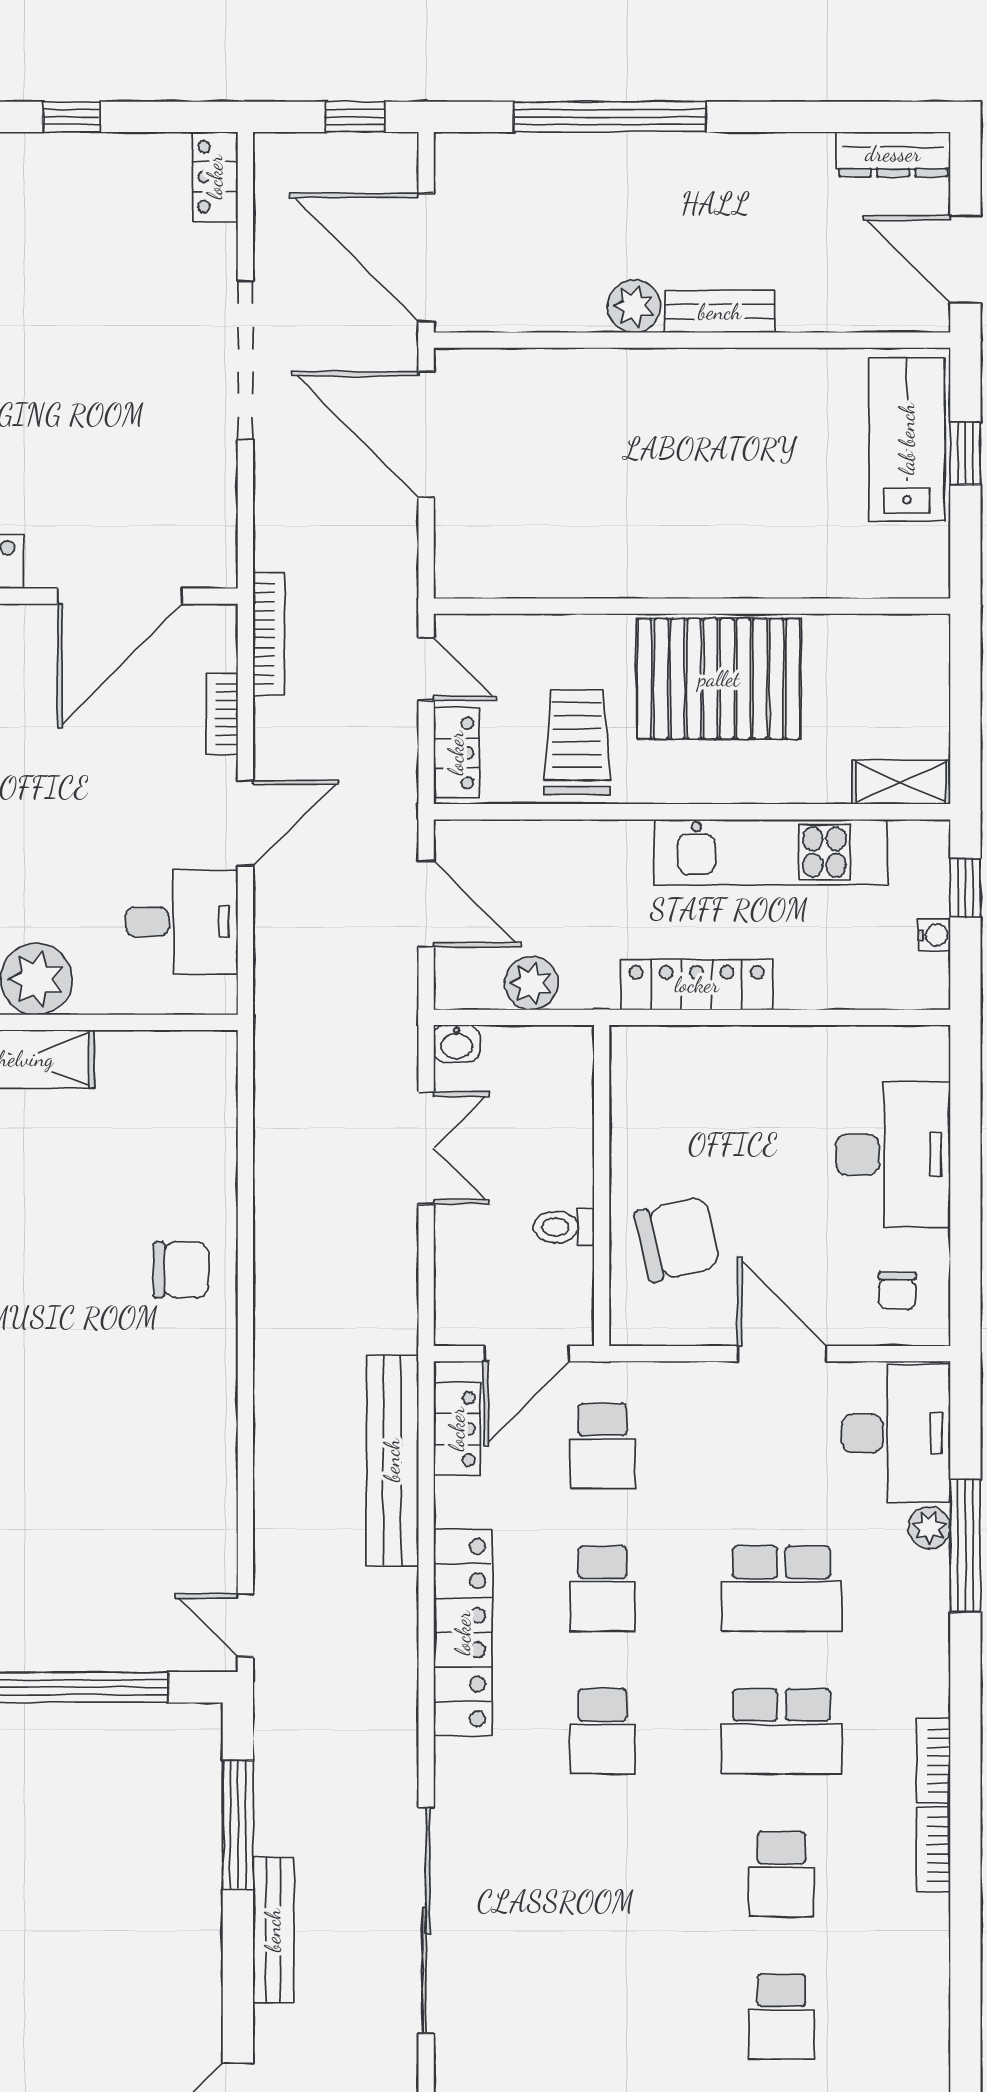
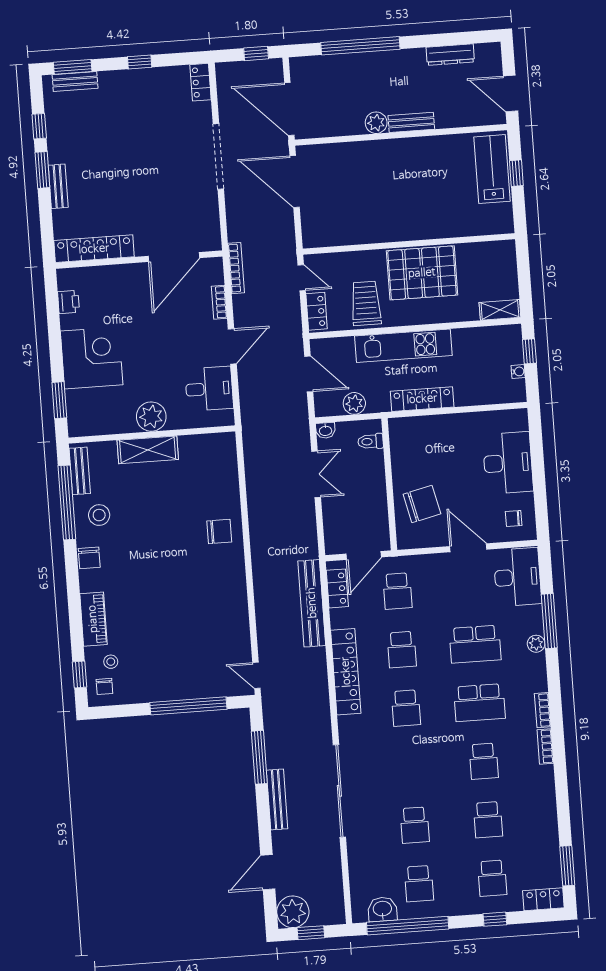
dresser: (893, 154) -> (450, 55), moved
kitchen unit: (771, 852) -> (403, 346), moved
toilet: (564, 1227) -> (370, 441), moved
chair: (897, 1291) -> (514, 518), turned 90
plant: (929, 1527) -> (536, 644), moved
school desk: (602, 2017) -> (415, 825), added

